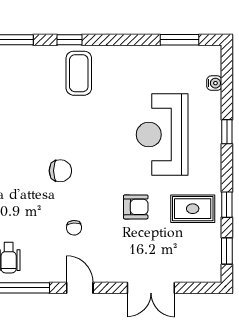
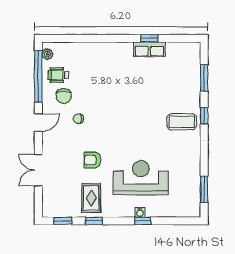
water cooler: (214, 83) -> (140, 212), moved
chair: (60, 171) -> (64, 96), moved
armchair: (136, 207) -> (92, 160), turned 90

